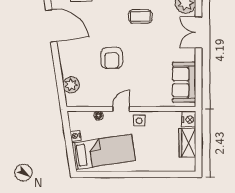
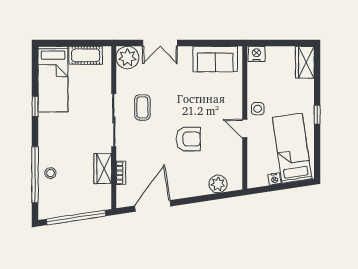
floor lamp: (99, 116) -> (252, 154), removed
wardrobe: (187, 143) -> (305, 62), moved, turned 90
window: (134, 174) -> (317, 115), added

